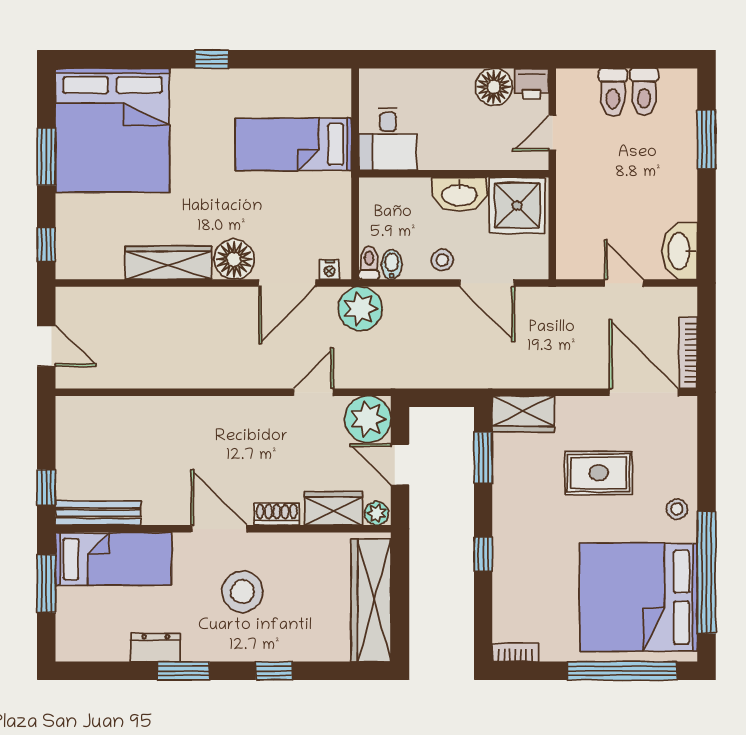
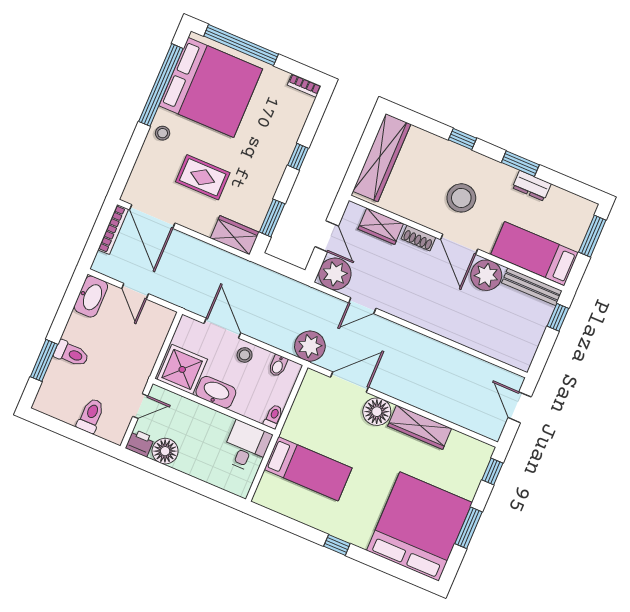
toilet: (644, 92) -> (71, 354), moved, turned 90
toilet: (369, 263) -> (273, 417), moved, turned 180
nightstand: (330, 270) -> (319, 379), removed
plant: (377, 513) -> (486, 275), moved, width x1.88, depth x1.88
window: (46, 584) -> (592, 236), moved

